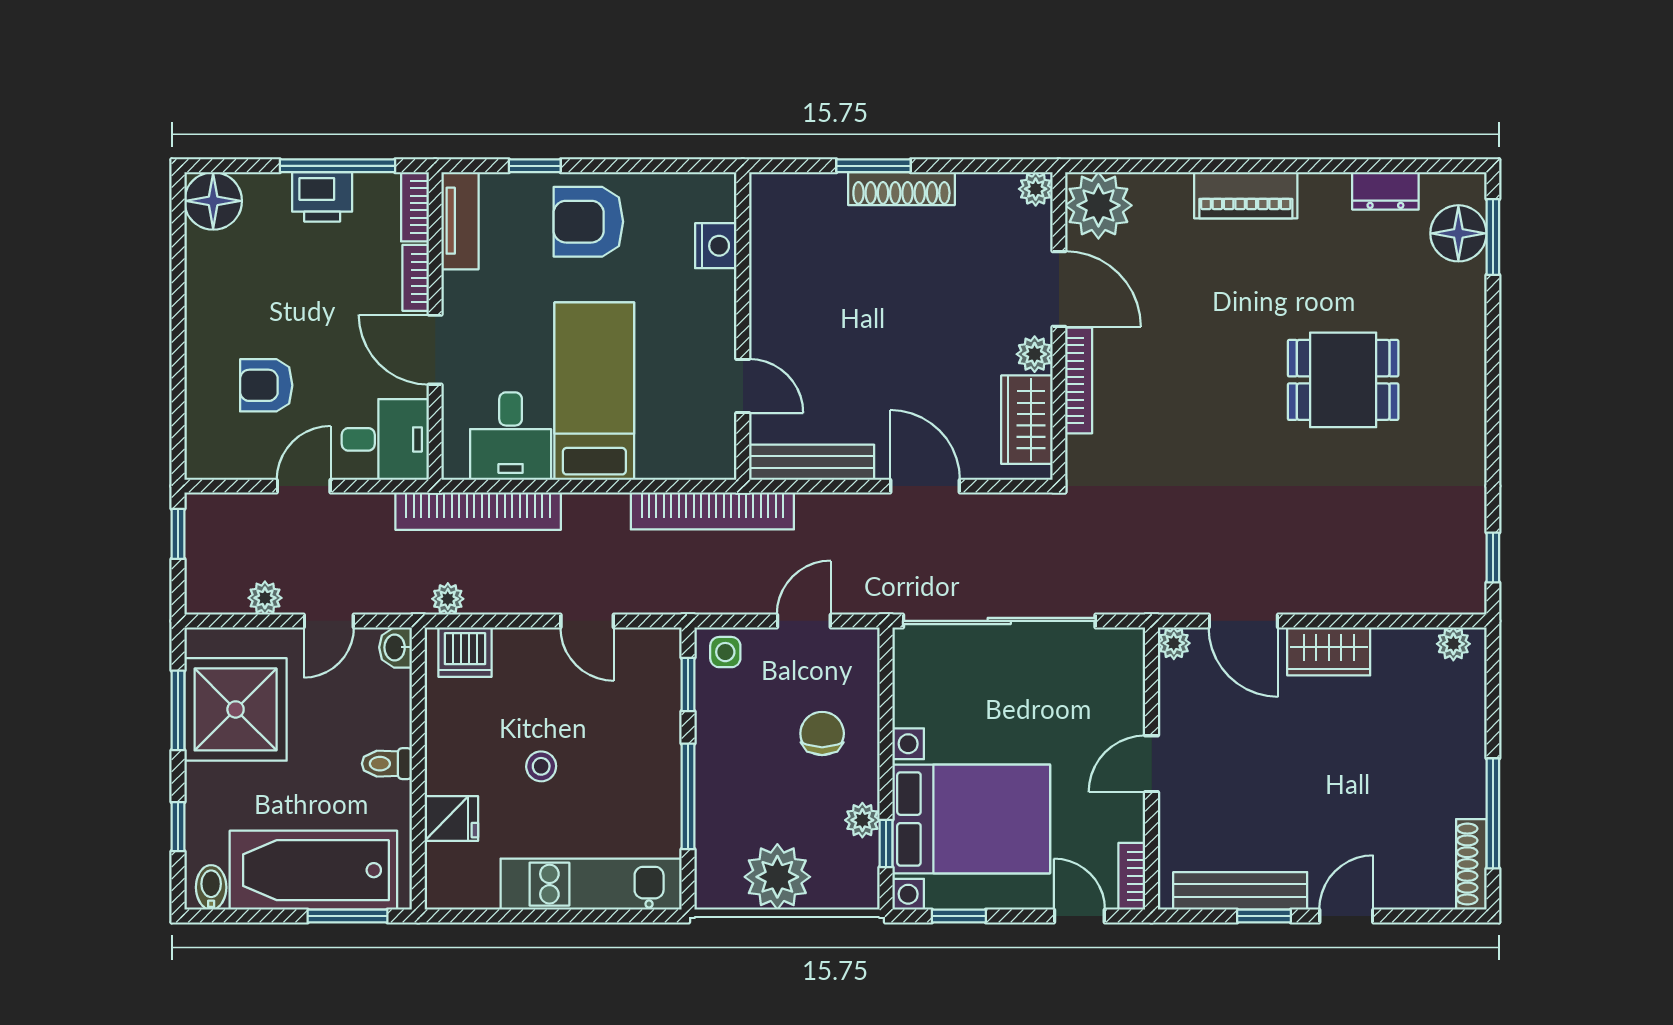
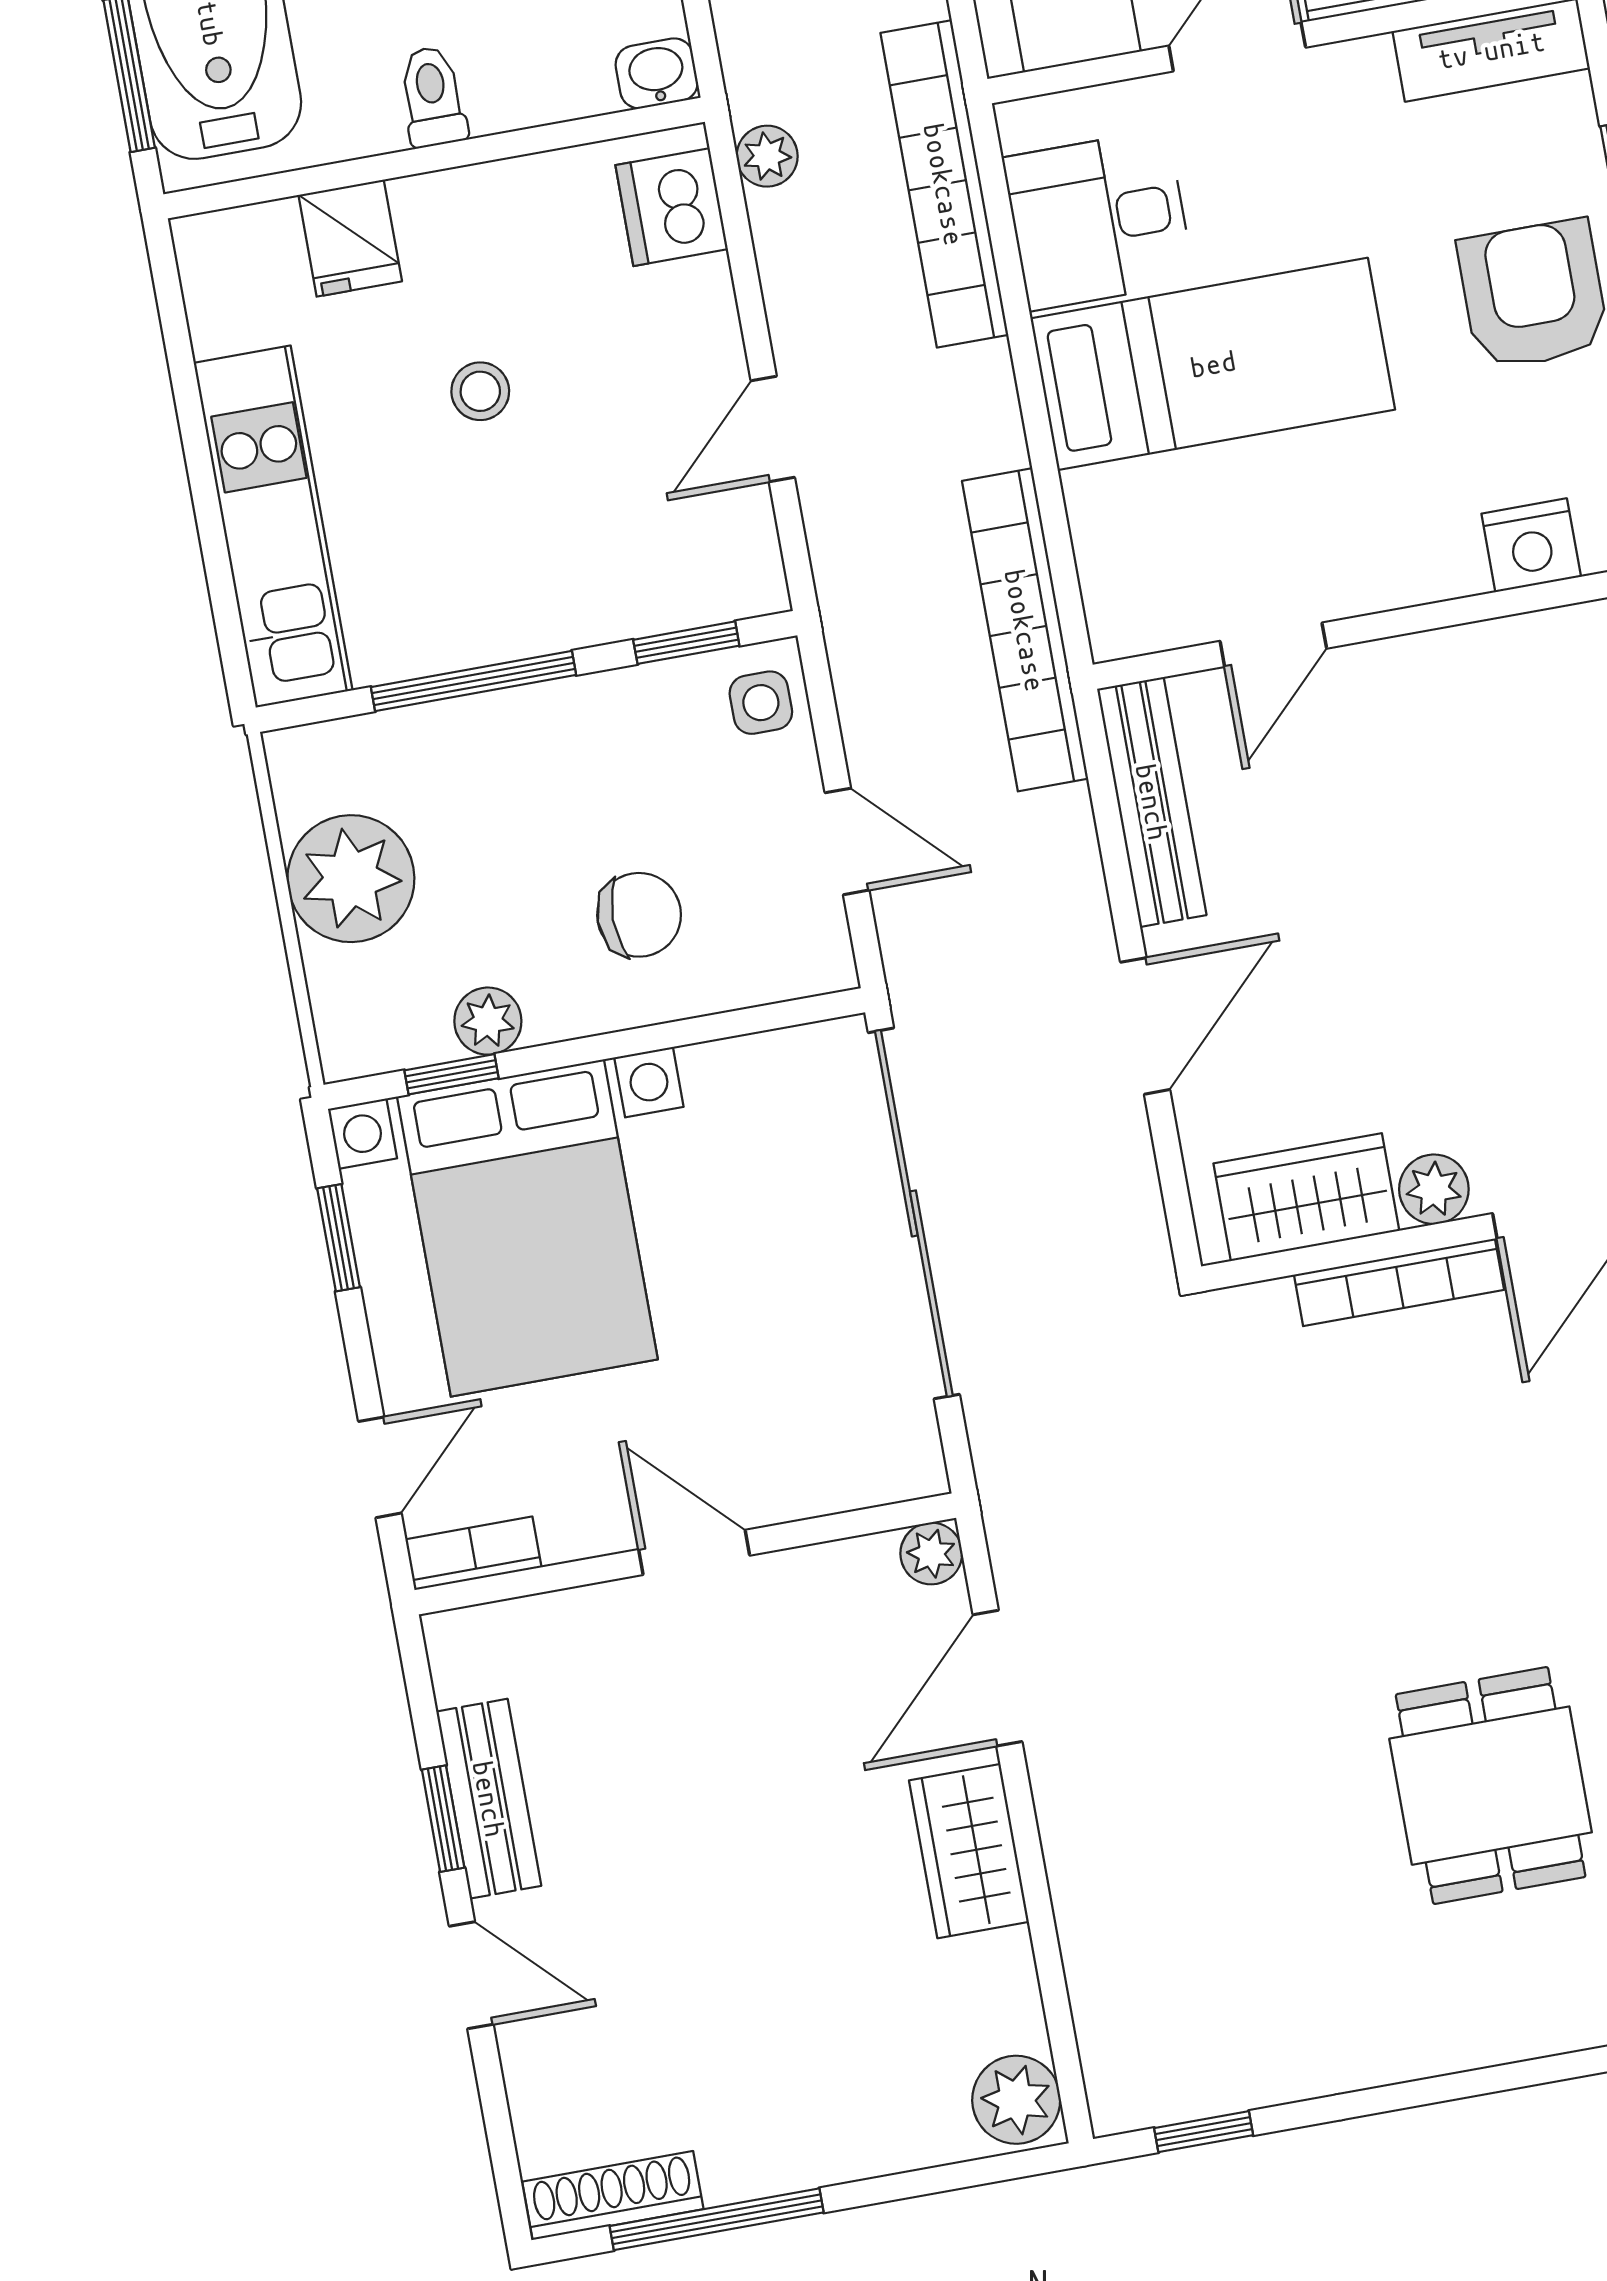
plant: (1453, 644) -> (1016, 2100), width x1.38, depth x1.38
bench: (1240, 891) -> (489, 1799), width x0.73

